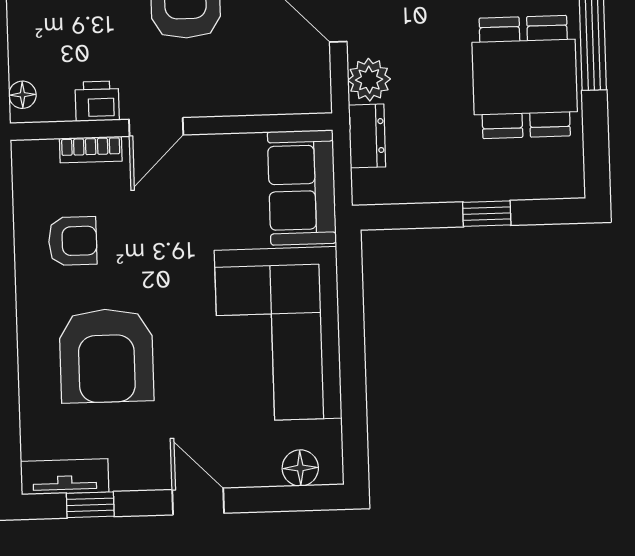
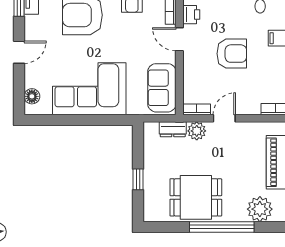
bookcase: (319, 81) -> (197, 109), added
sofa: (302, 187) -> (162, 88), moved, turned -90

